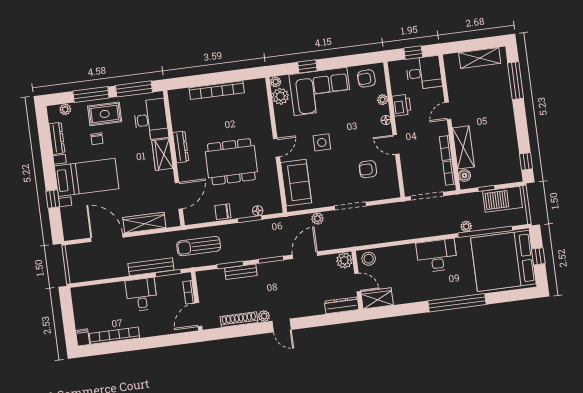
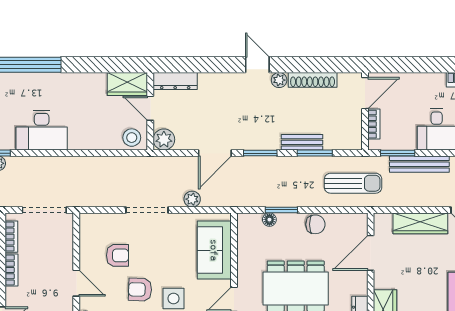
armchair: (348, 146) -> (140, 290), added

